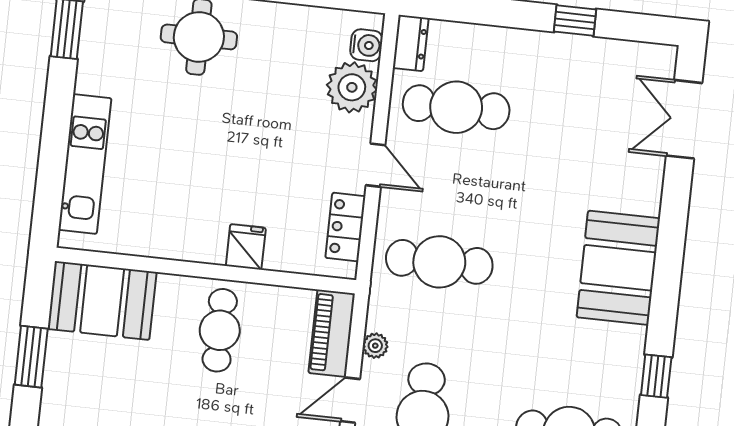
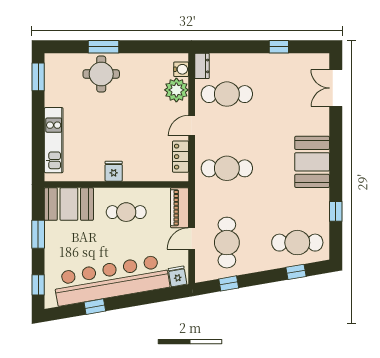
door: (376, 165) -> (192, 126), swing flipped
fridge: (246, 247) -> (114, 171), moved
cafe table: (220, 330) -> (126, 212), turned 90
plant: (375, 346) -> (201, 211), removed

